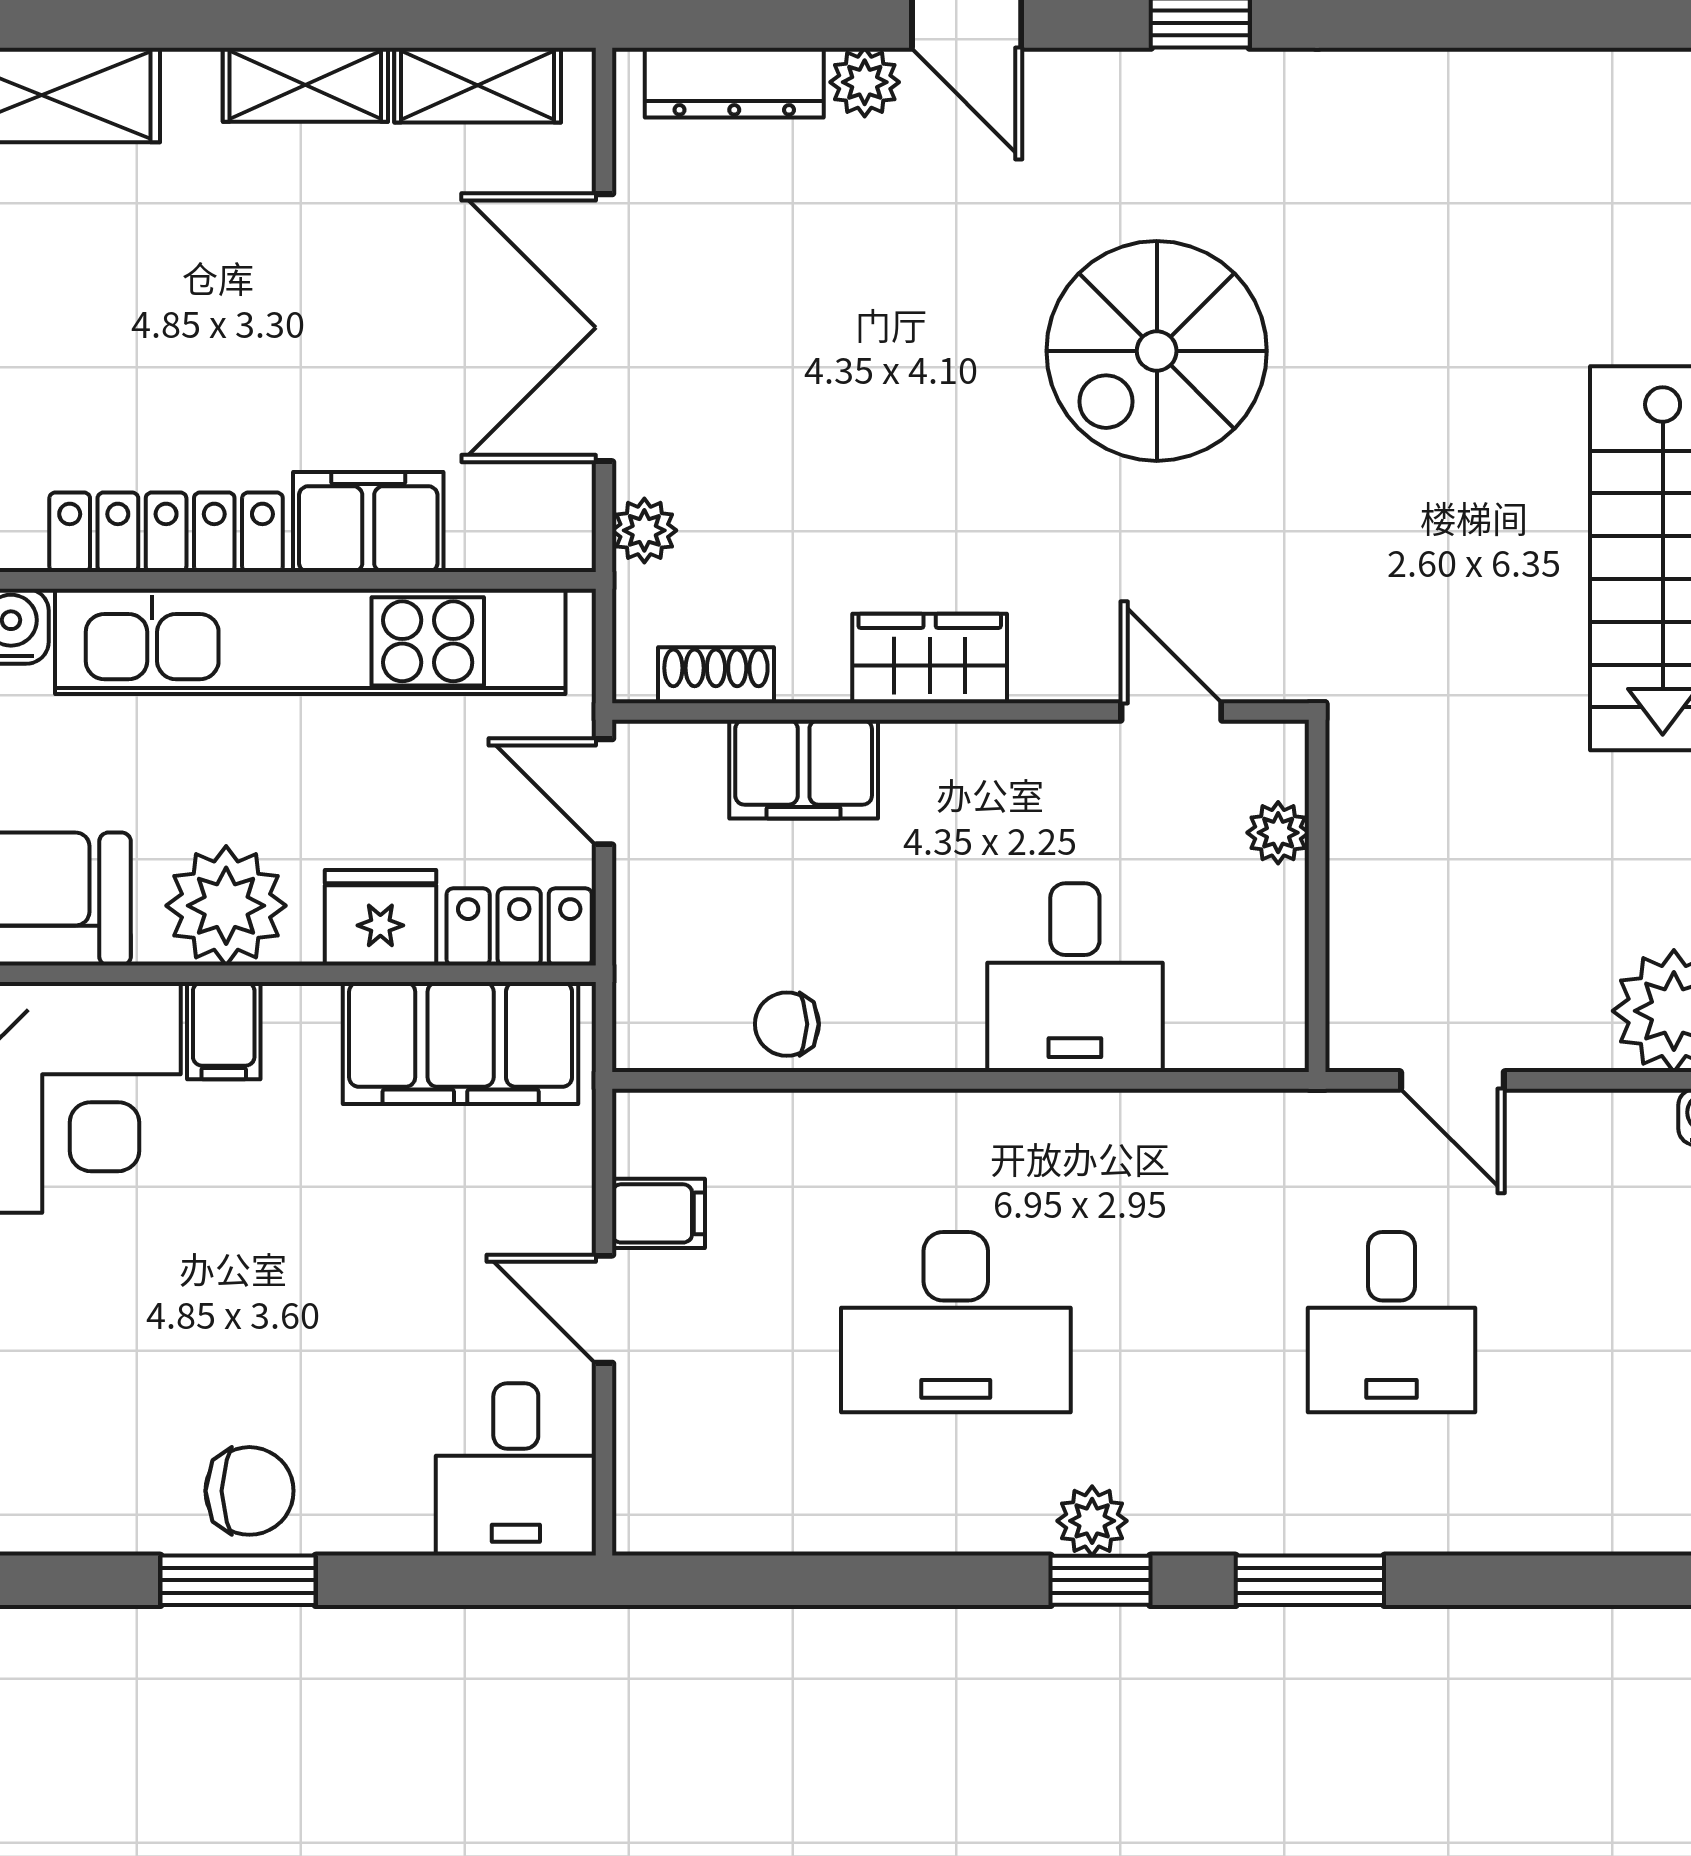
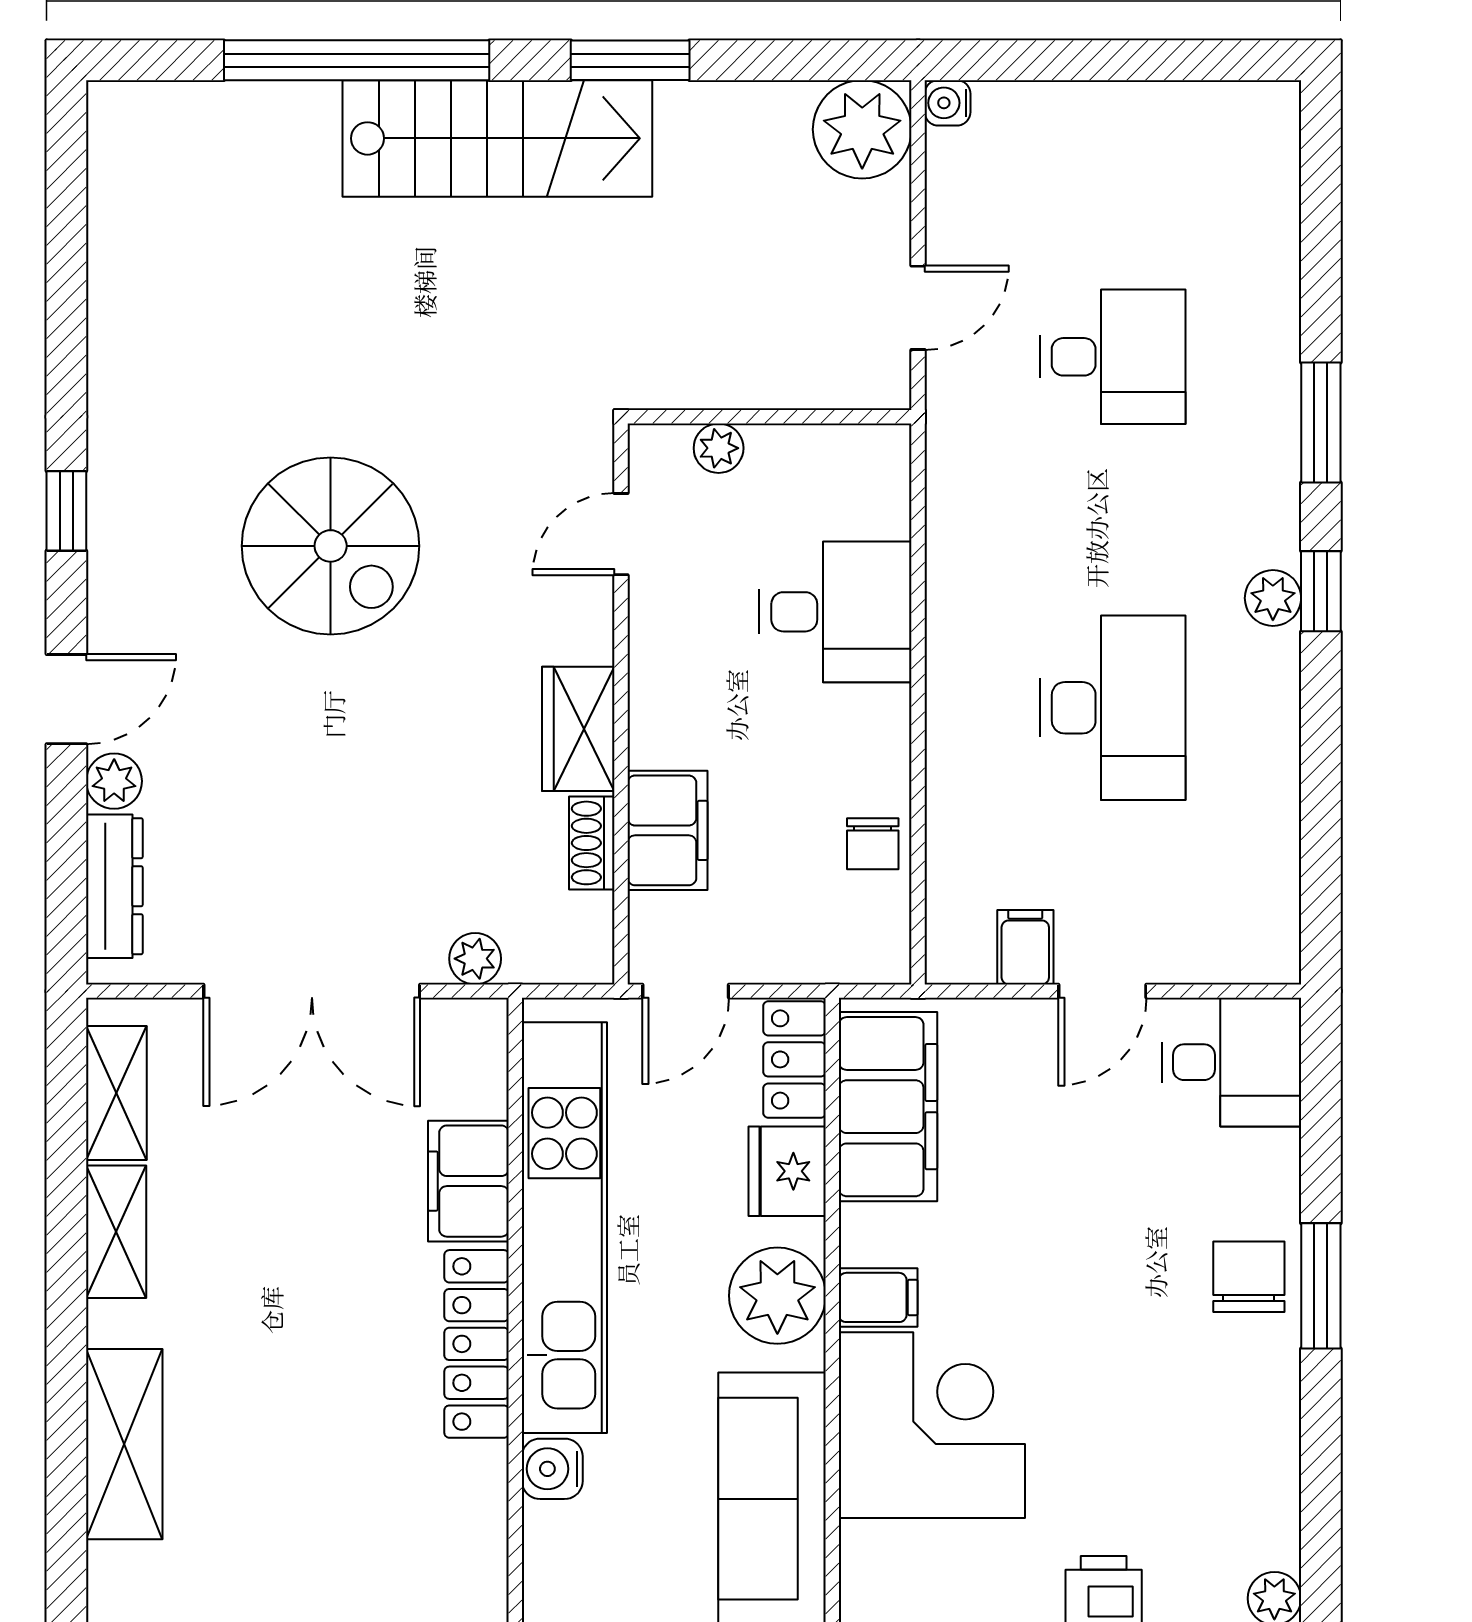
shoe rack: (716, 675) -> (592, 843), moved

